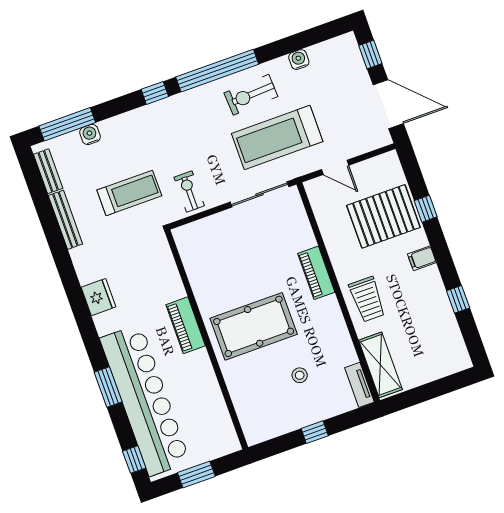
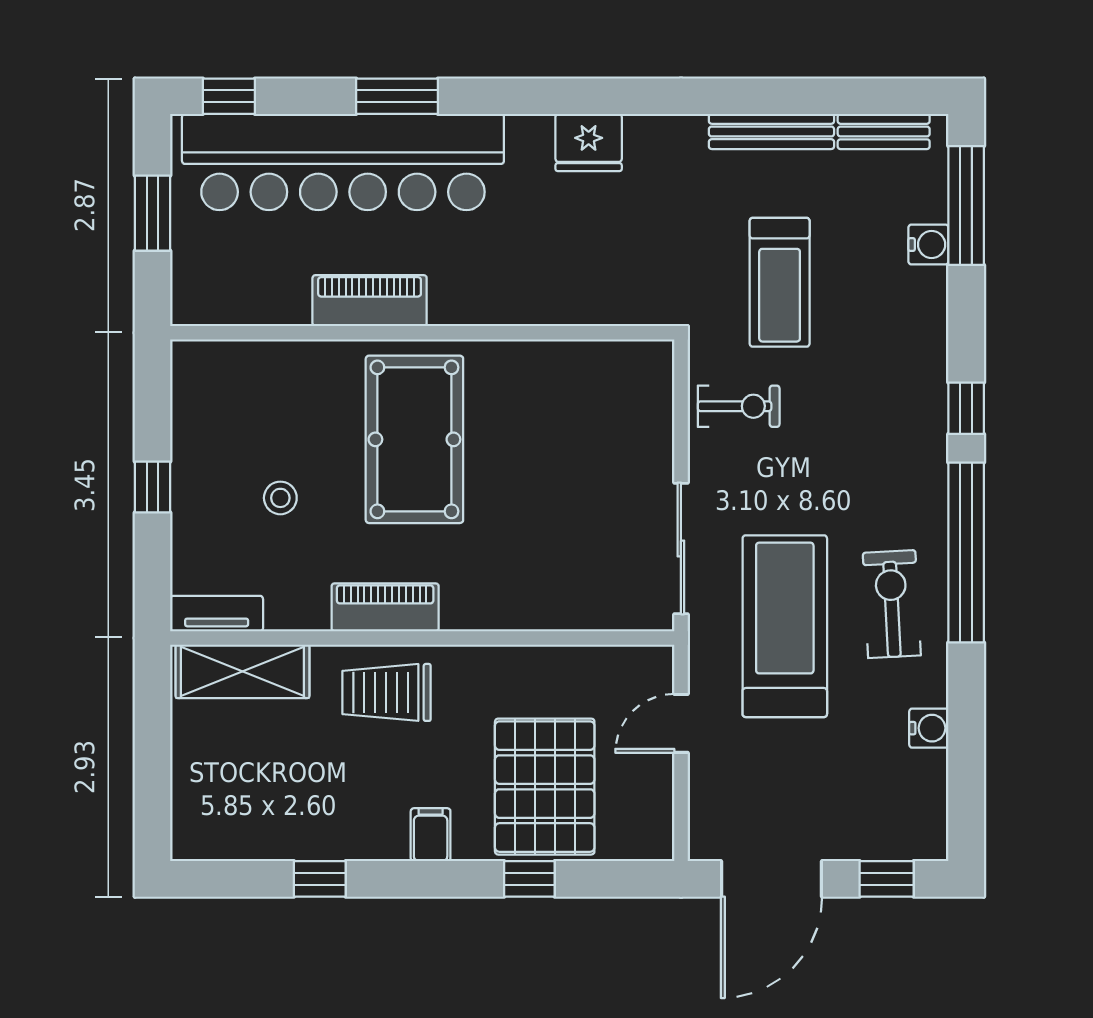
piano: (316, 273) -> (385, 607), moved
piano: (186, 325) -> (370, 301), moved

